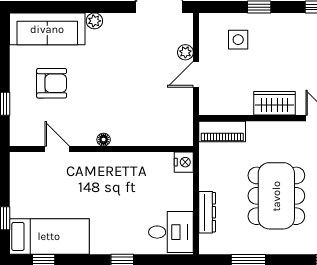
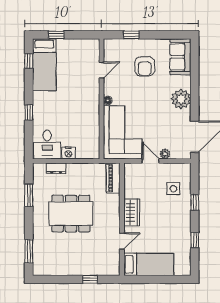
plant: (94, 21) -> (181, 99), width x1.88, depth x1.88
sofa: (47, 29) -> (180, 57), width x0.73
corner sofa: (152, 117) -> (123, 132), added
nightstand: (184, 162) -> (68, 153), moved
dresser: (207, 212) -> (56, 168), width x0.70

